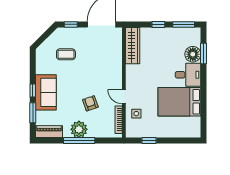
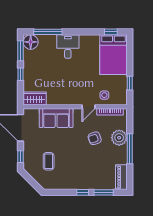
wardrobe: (133, 46) -> (35, 99), width x0.67
floor lamp: (193, 54) -> (31, 42), moved
window: (204, 54) -> (48, 32), width x1.44
sofa: (46, 92) -> (56, 118), moved, turned 180
bed: (179, 102) -> (113, 55), moved
window: (204, 121) -> (111, 32), added
plant: (79, 129) -> (119, 138), moved

